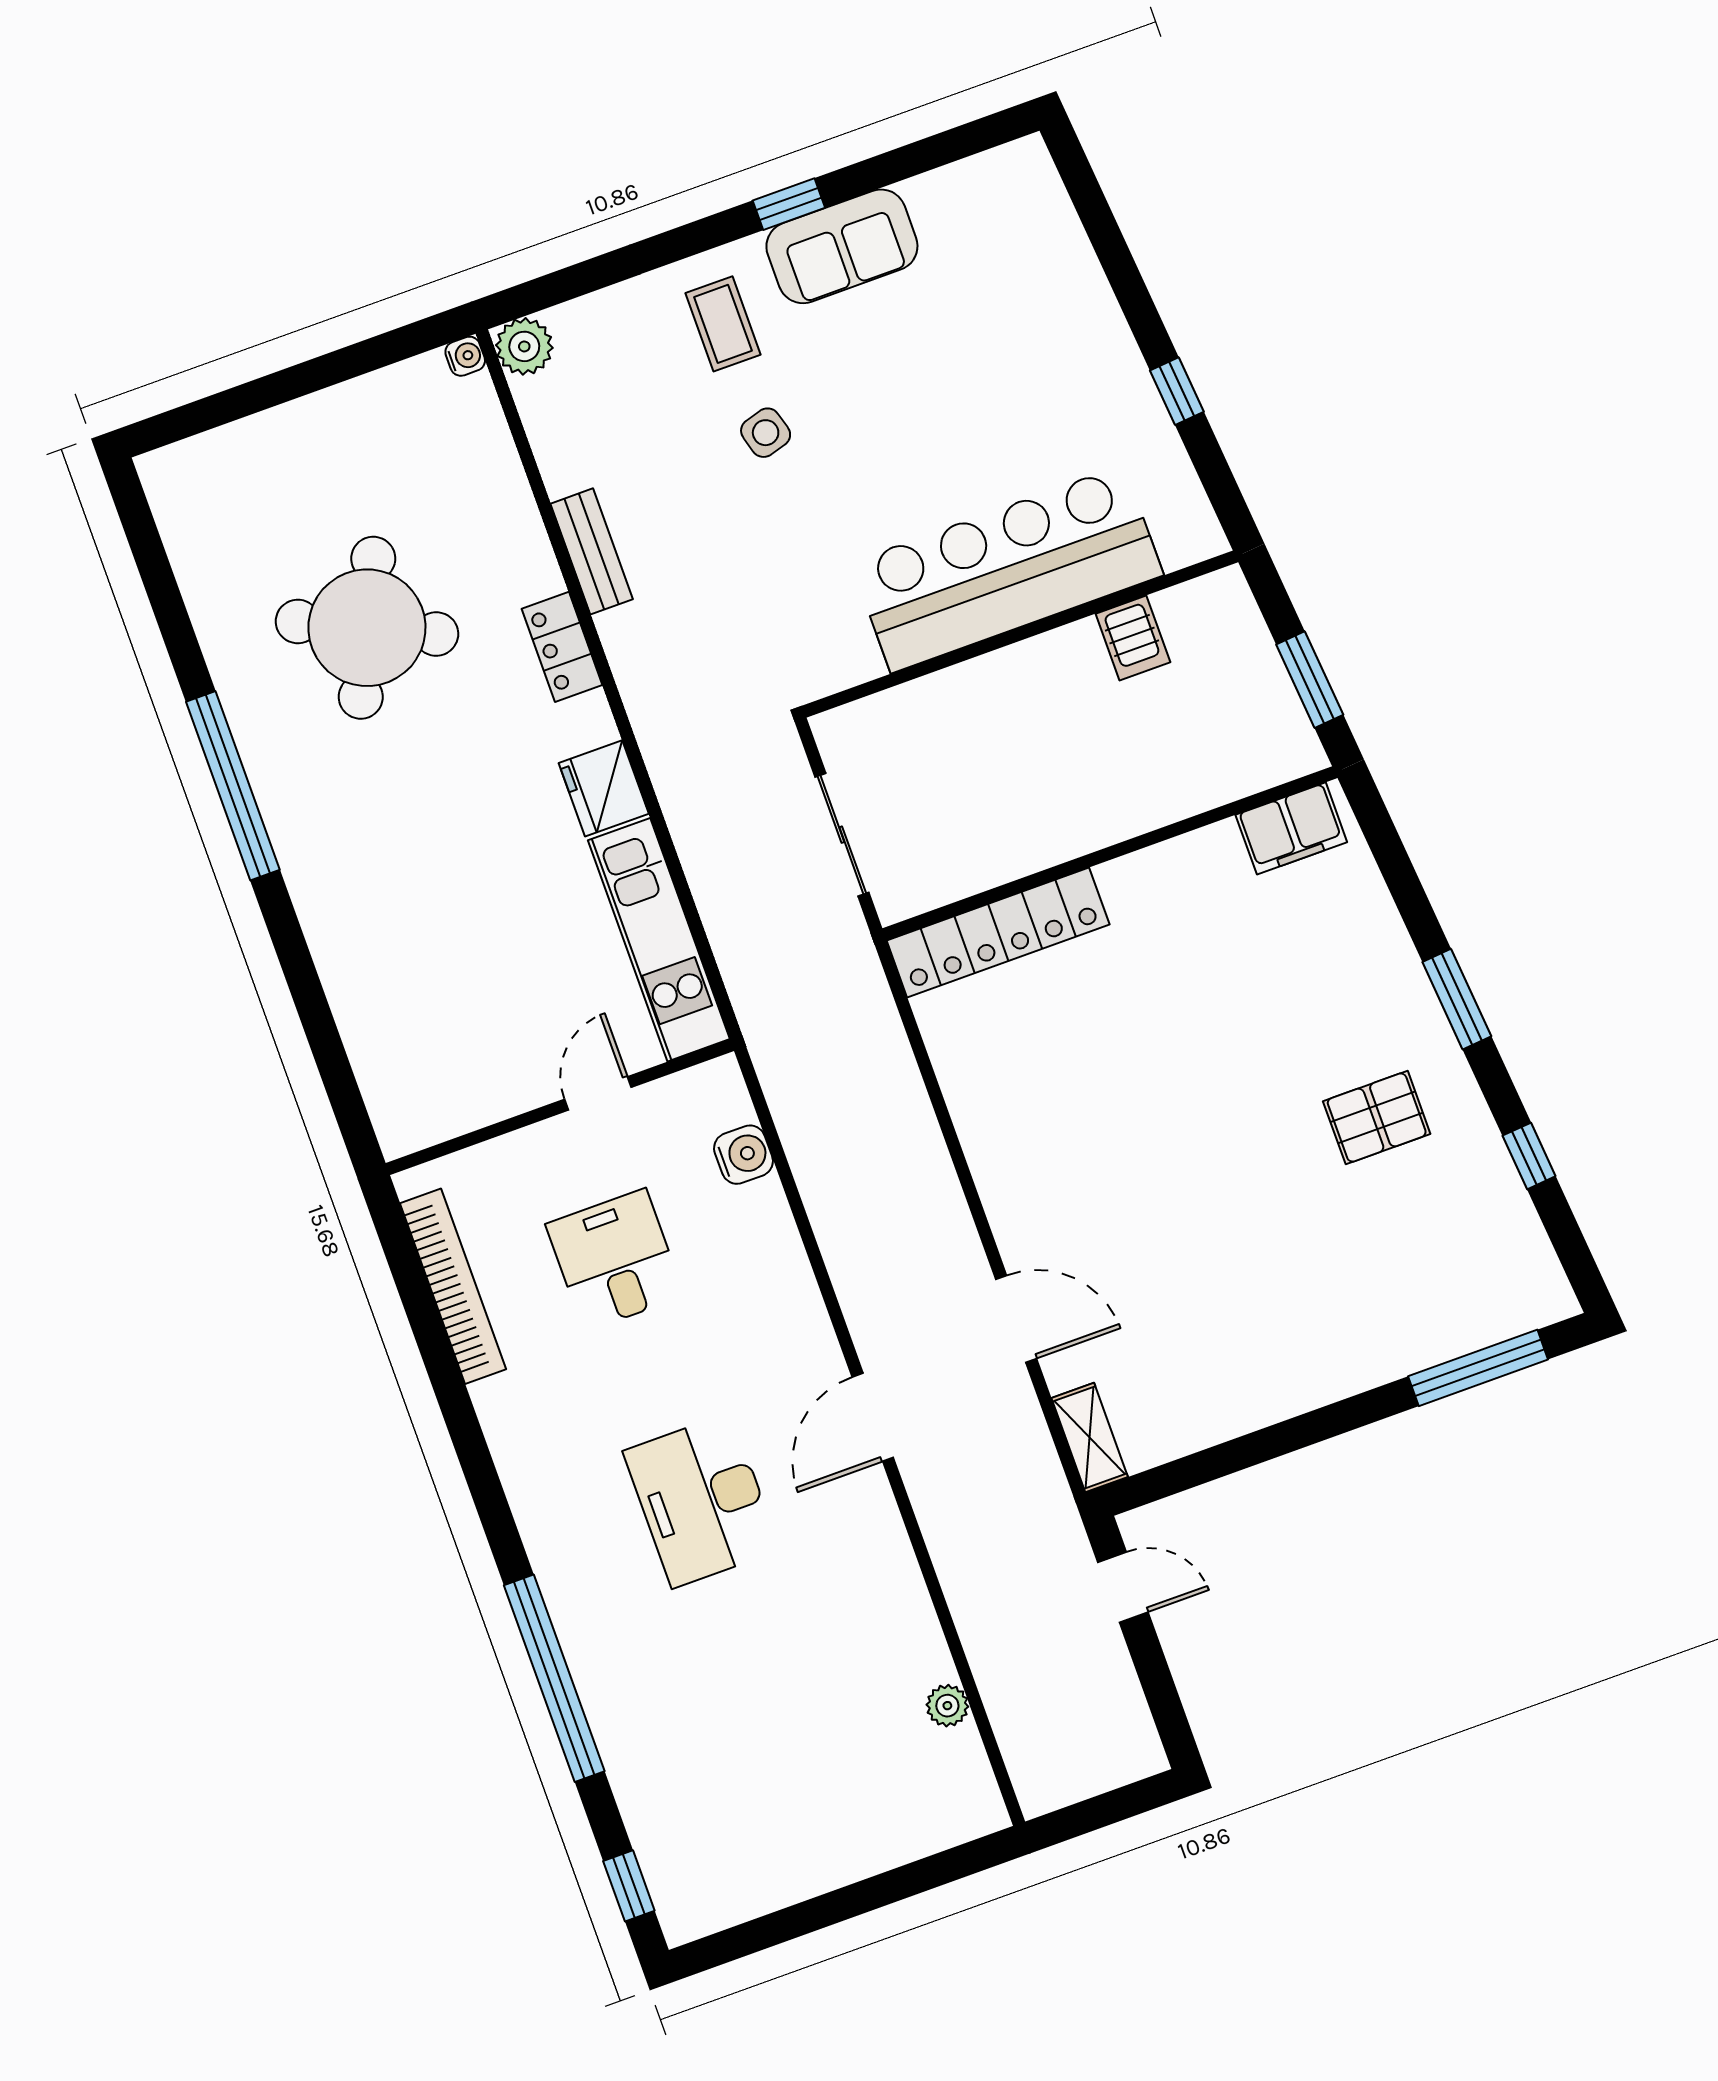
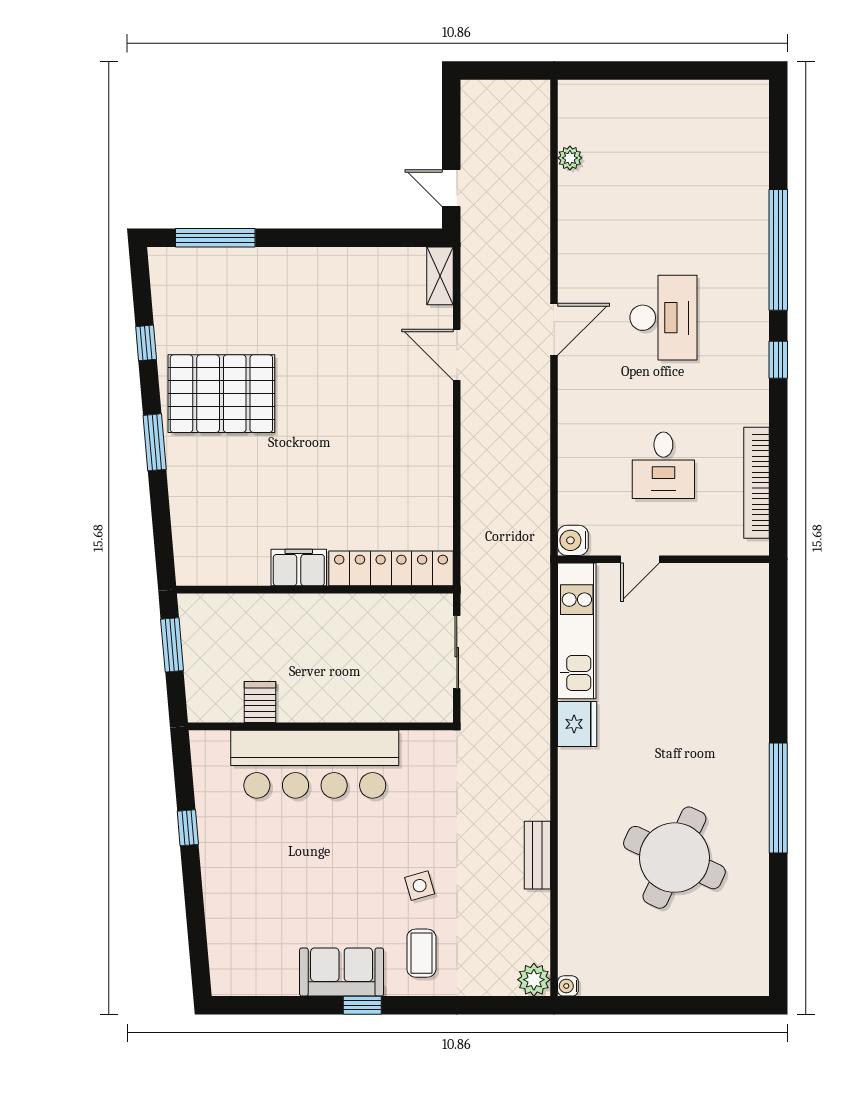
locker: (562, 647) -> (572, 809), removed
filing cabinet: (1291, 828) -> (299, 568), moved
pallet: (1377, 1118) -> (221, 394), width x2.05, depth x2.00
water cooler: (743, 1155) -> (573, 540), moved
window: (629, 1886) -> (778, 360), moved

